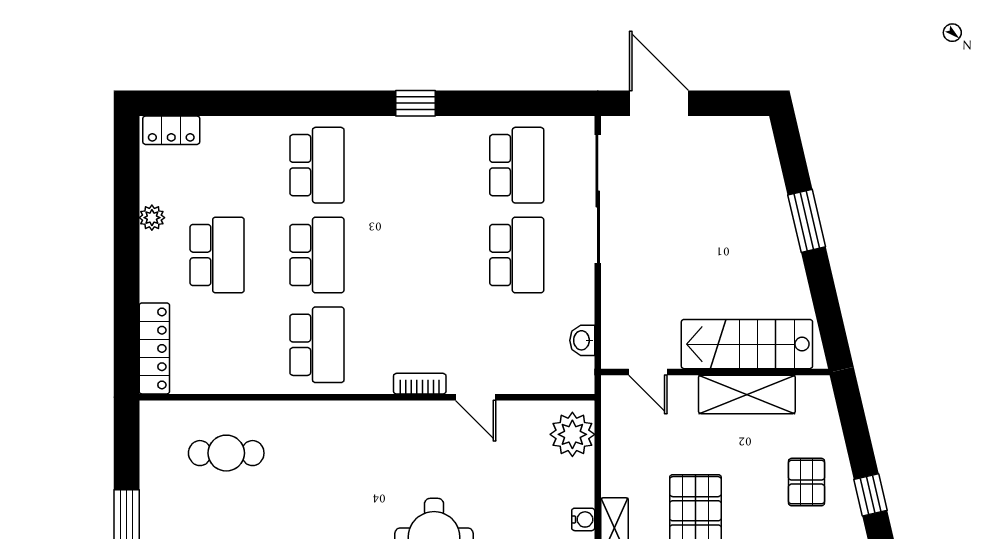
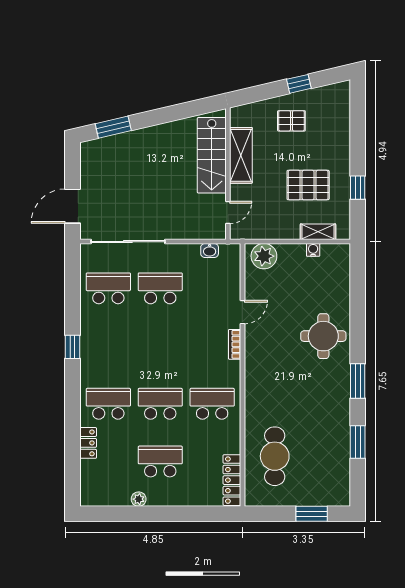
locker: (171, 130) -> (88, 443), moved
window: (807, 221) -> (113, 127), moved
locker: (154, 348) -> (232, 480), moved, turned -90
cafe table: (226, 453) -> (275, 456), width x1.37, depth x1.35

